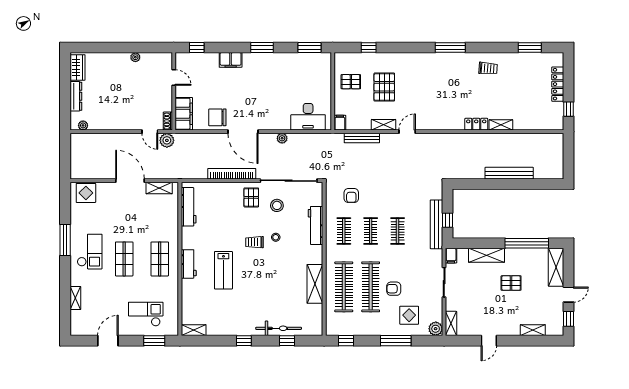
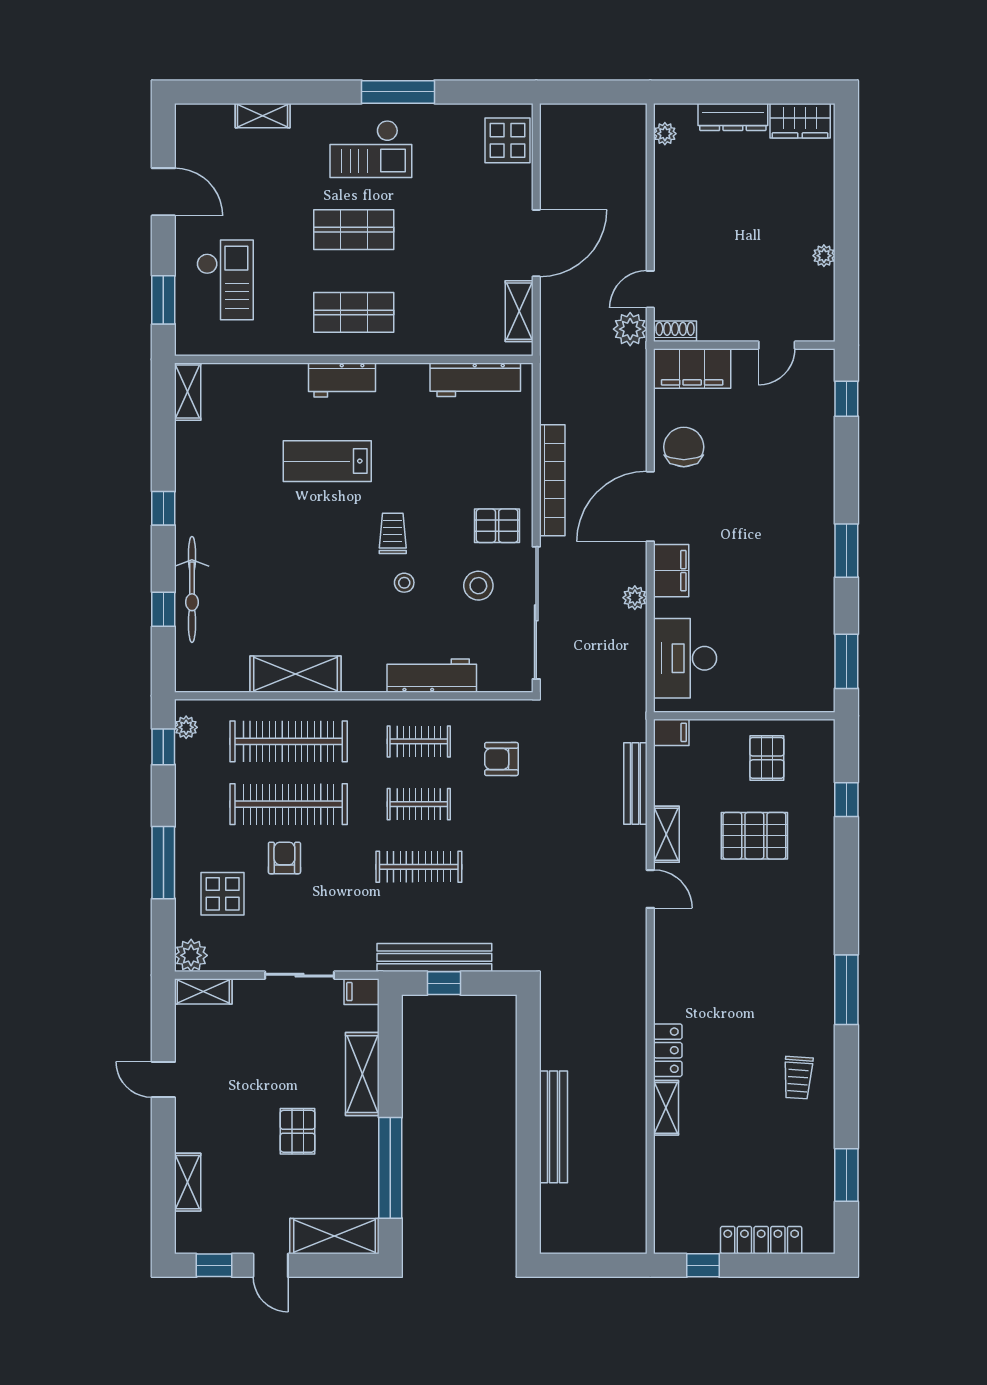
filing cabinet: (231, 60) -> (671, 571), moved, turned 180
clothes rail: (398, 231) -> (419, 867), width x1.36
plant: (338, 331) -> (186, 727), added

